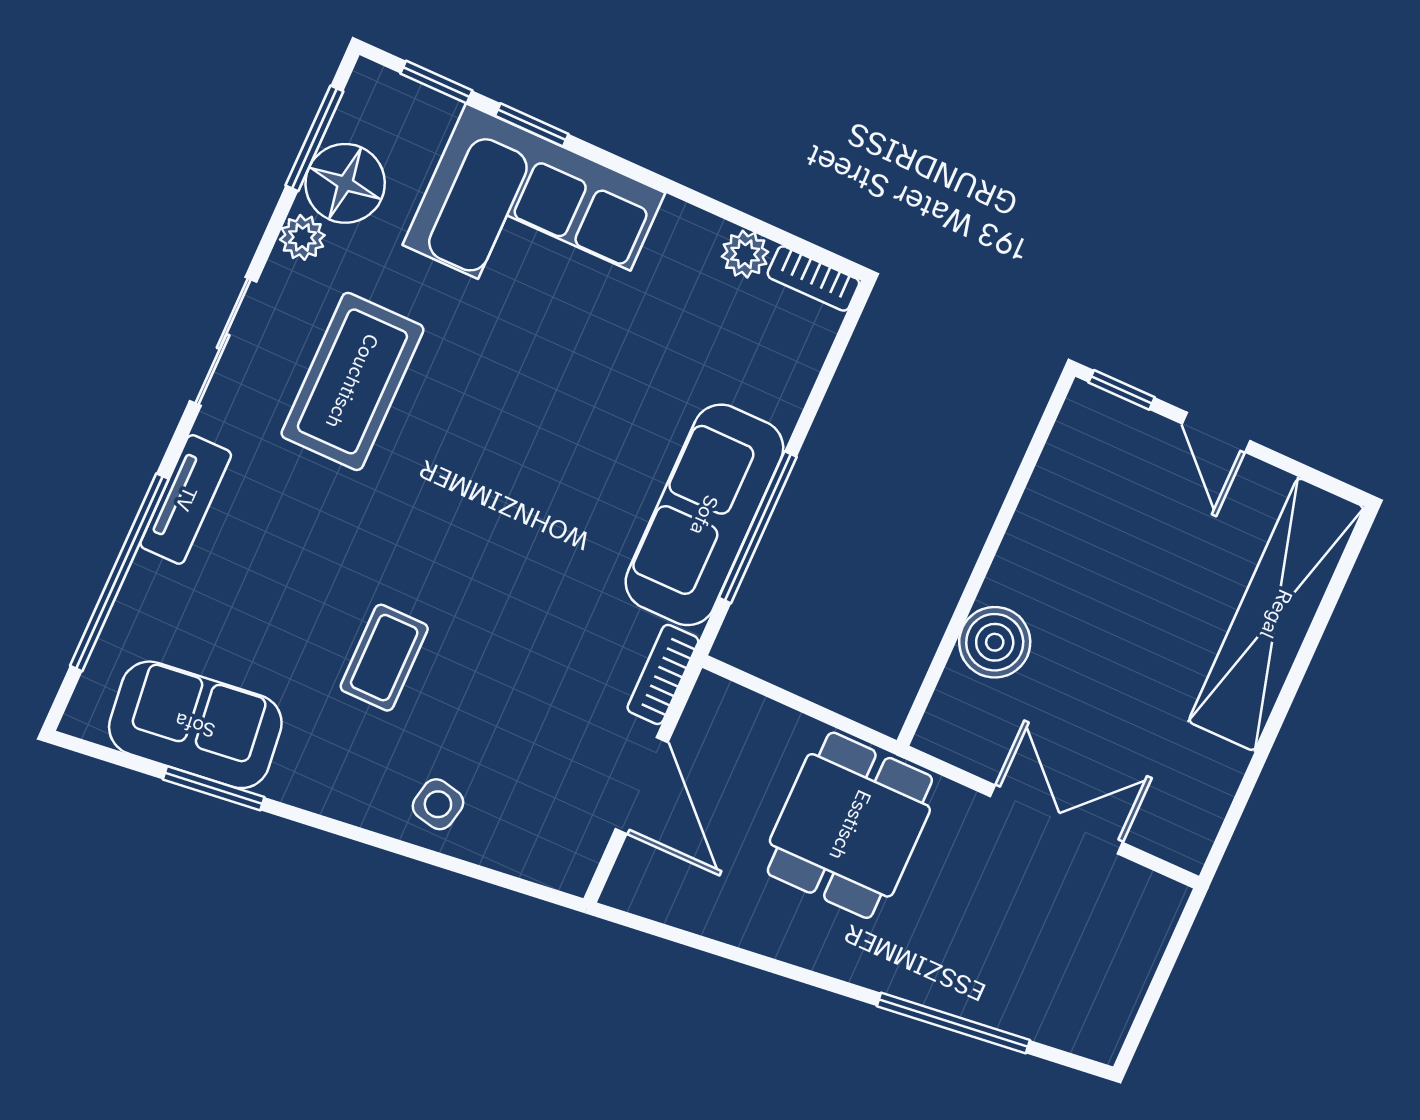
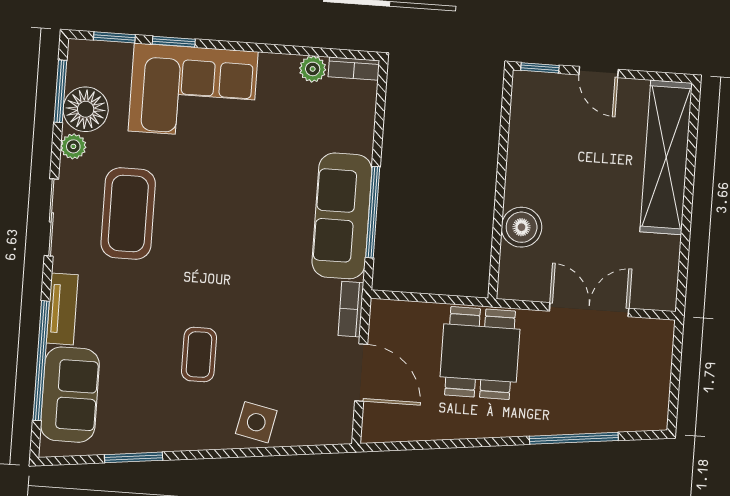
sofa: (195, 725) -> (70, 395), moved, turned 97
side table: (438, 804) -> (256, 422), width x1.37, depth x1.37

